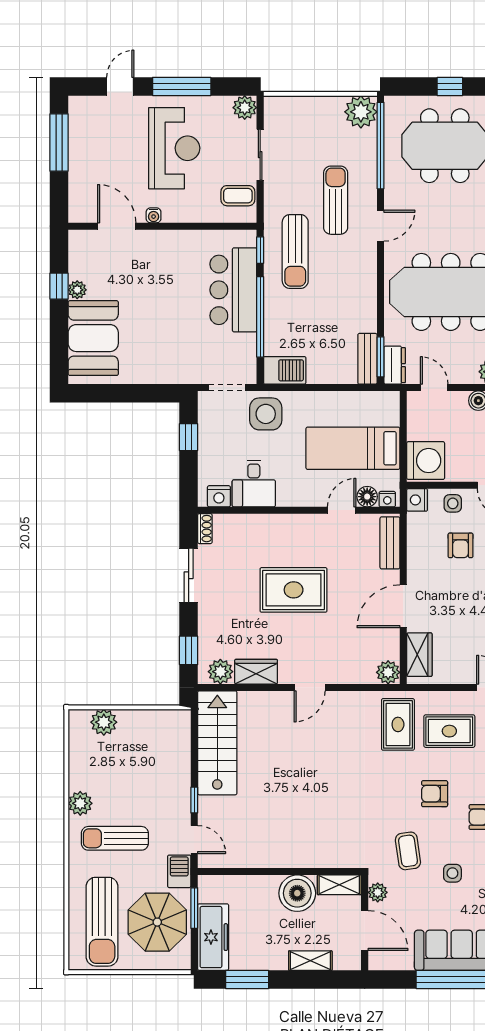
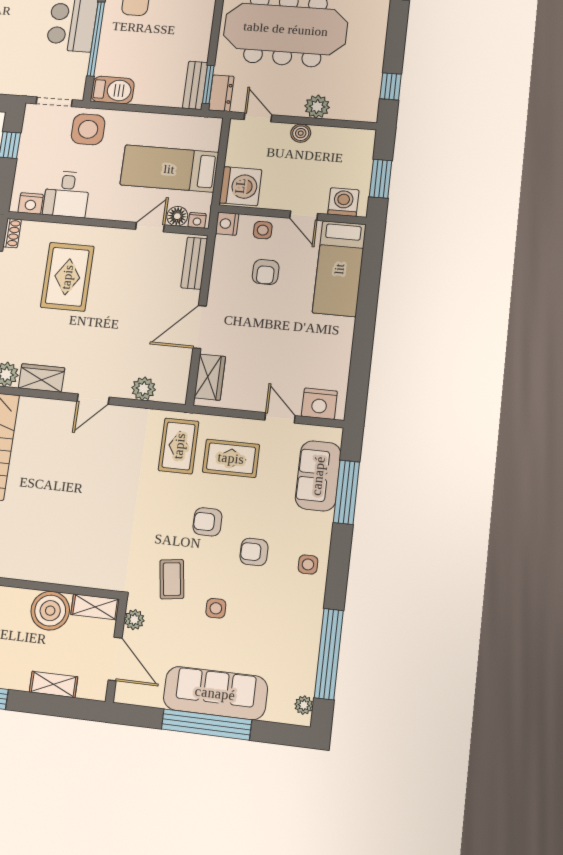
rug: (294, 590) -> (67, 277), moved, turned 90
plant: (388, 672) -> (144, 389), moved

